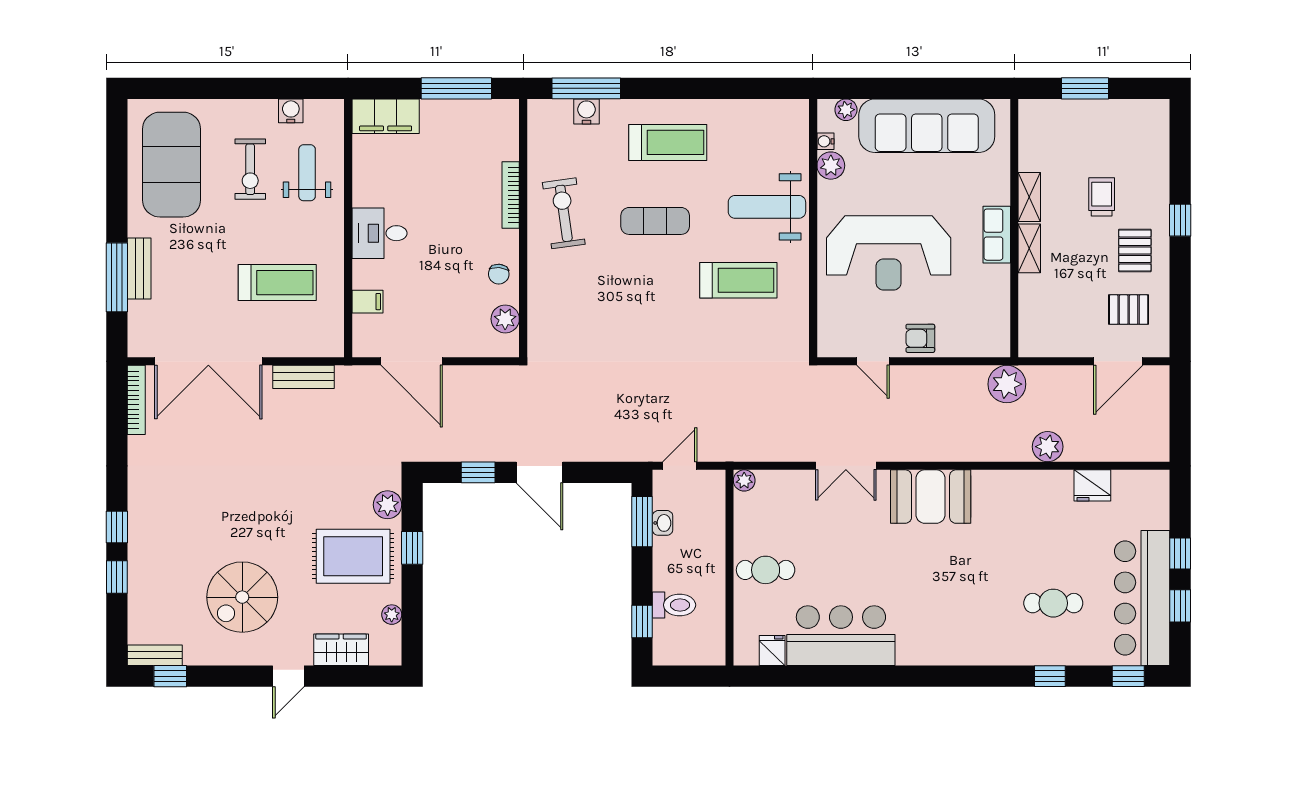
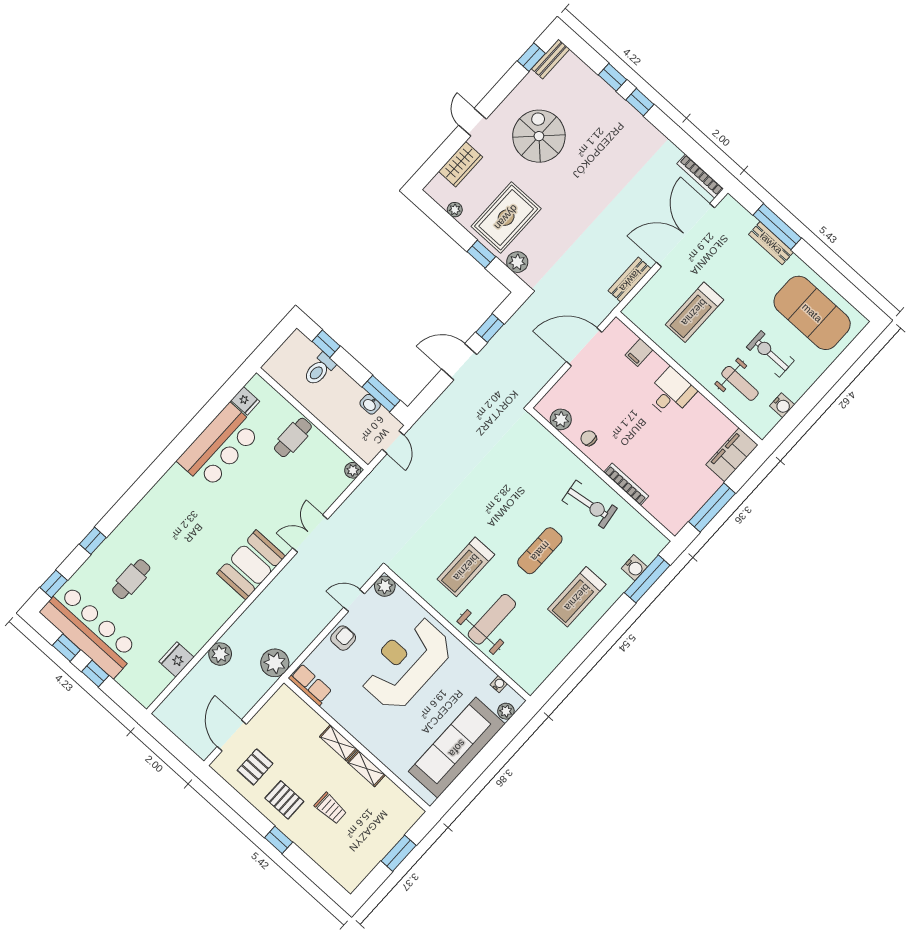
plant: (831, 166) -> (385, 586), moved
row of seats: (997, 235) -> (310, 685), moved

